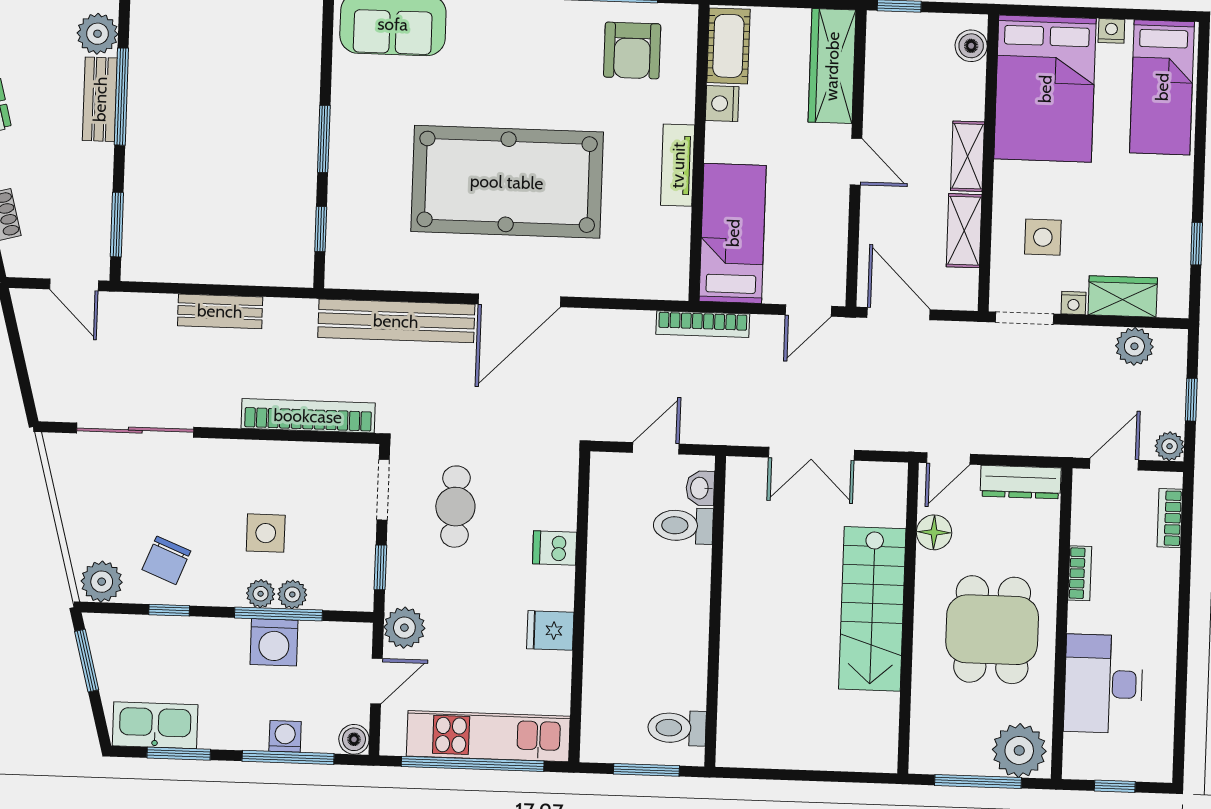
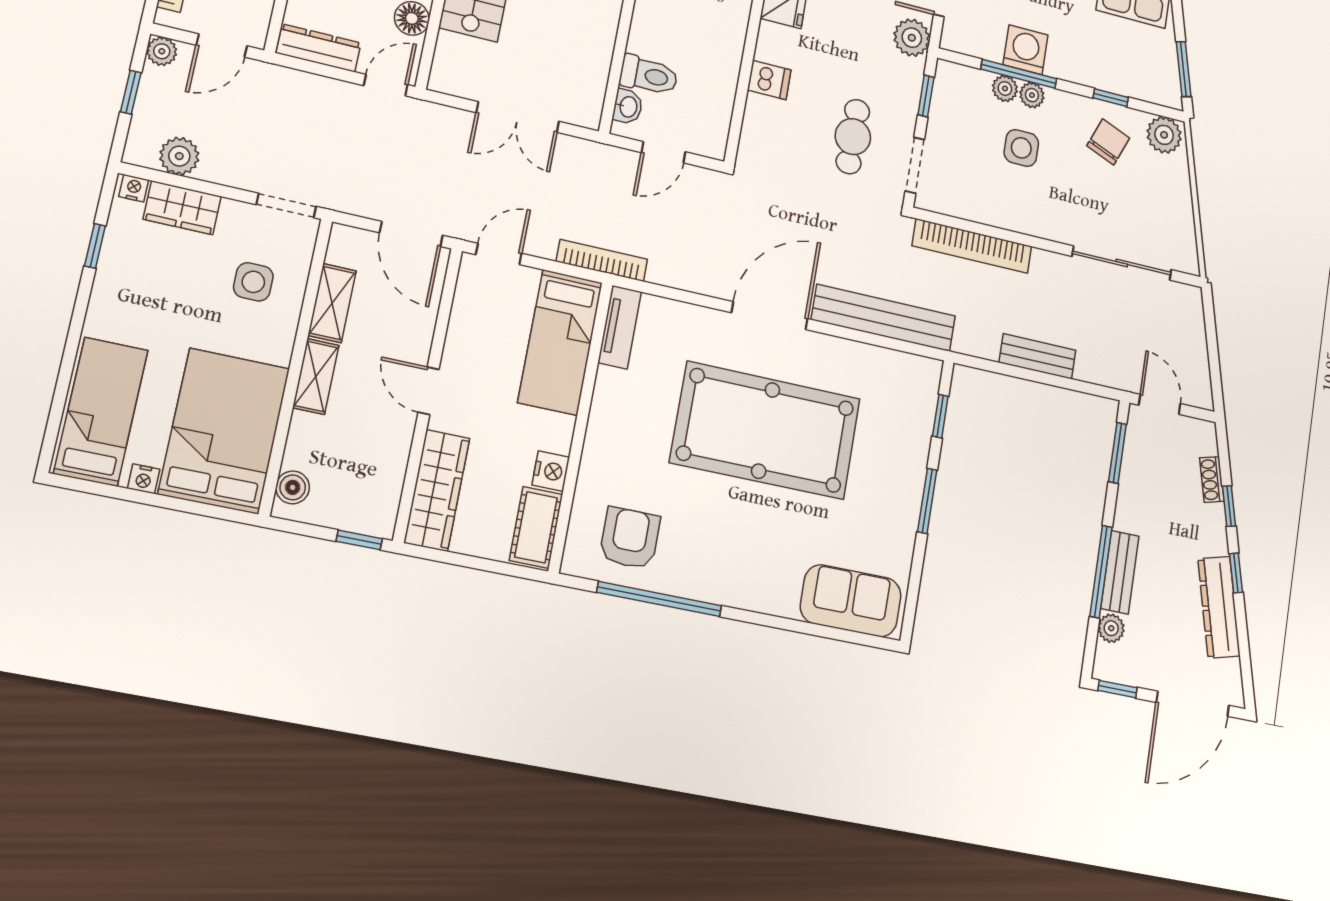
plant: (98, 34) -> (1111, 628), width x0.73, depth x0.73
tv unit: (678, 165) -> (620, 327), moved
nightstand: (1074, 303) -> (134, 188), moved
double door: (811, 454) -> (518, 117), swing flipped

